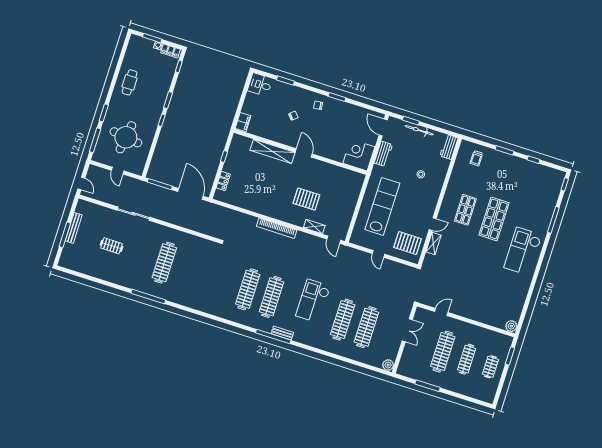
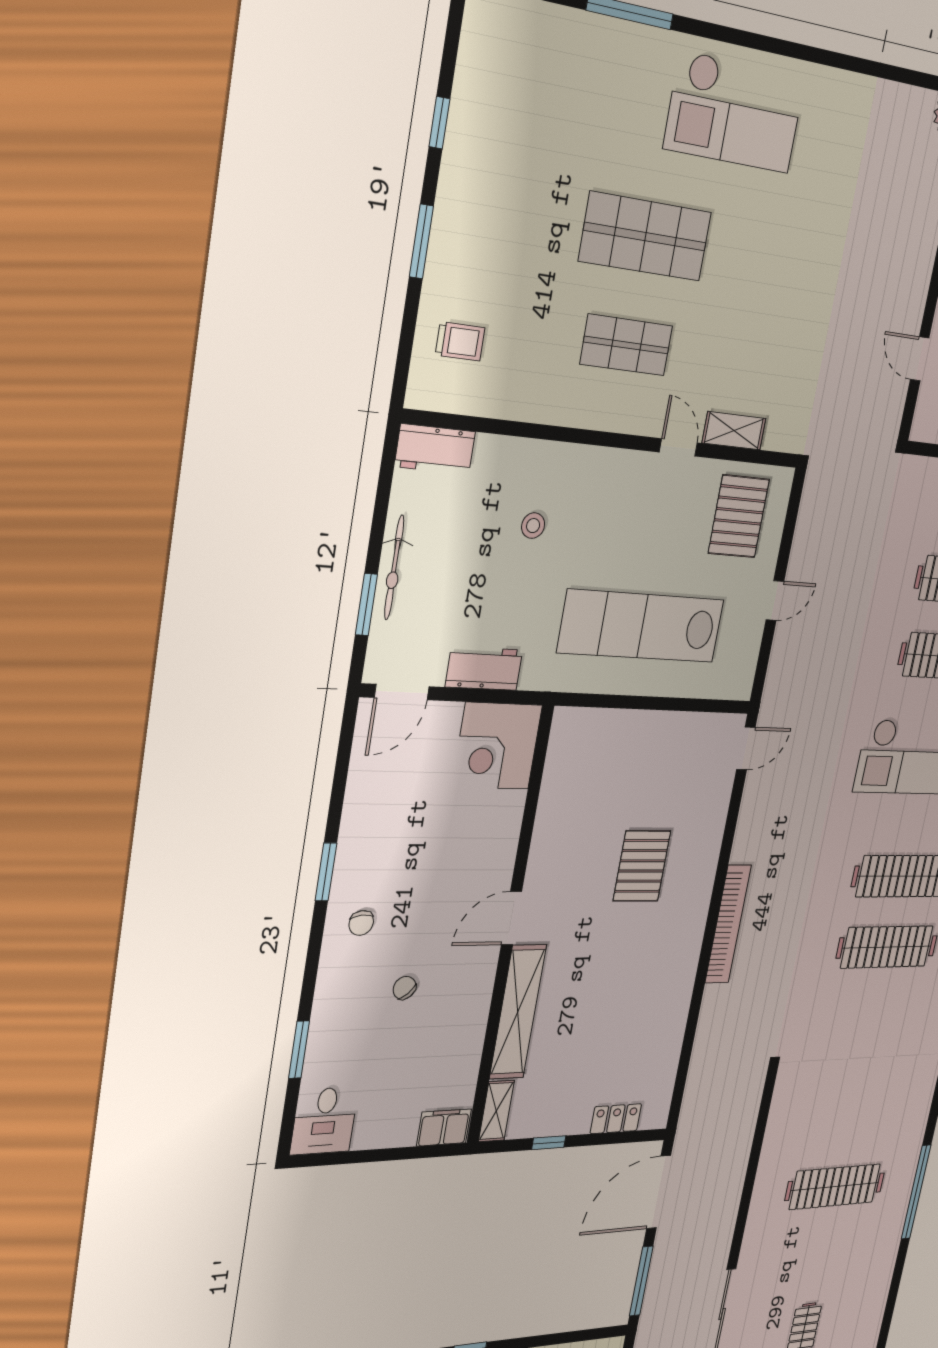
shelving: (314, 227) -> (496, 1111), moved

